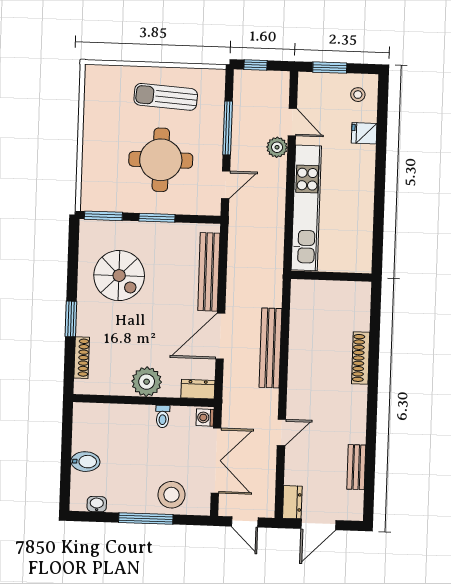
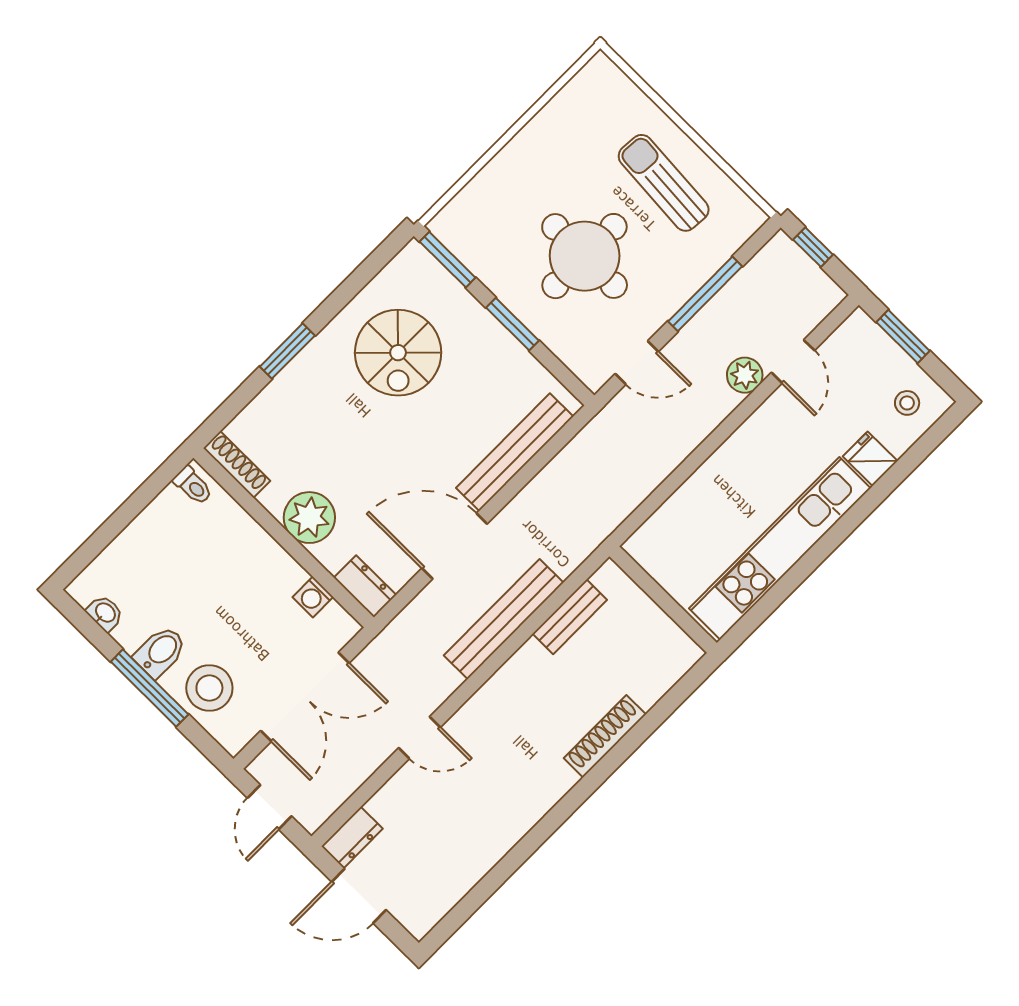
kitchen unit: (306, 208) -> (780, 548), moved, turned 180
shoe rack: (82, 358) -> (237, 464), moved, turned -90
toilet: (163, 417) -> (193, 486), moved, turned -90
washing machine: (205, 417) -> (313, 597), moved, turned -90
bidet: (85, 462) -> (160, 652), moved, turned -90
bench: (356, 467) -> (570, 617), moved

